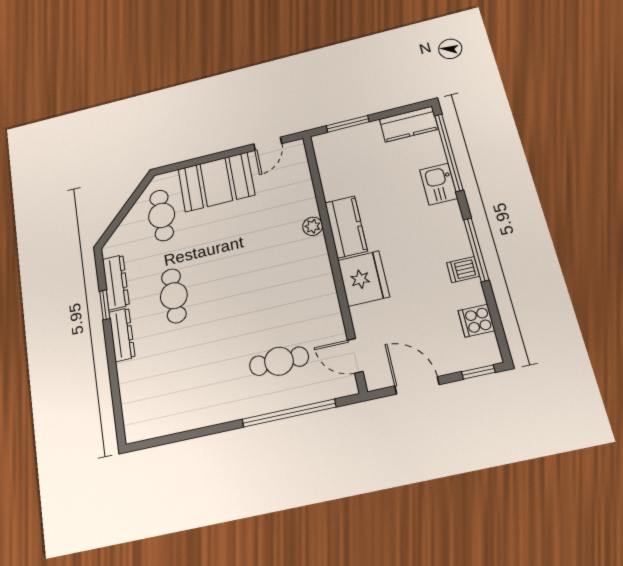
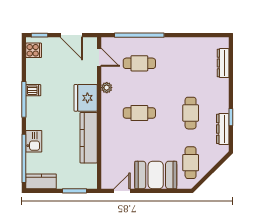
plant: (313, 226) -> (107, 88), moved
kitchen counter: (346, 227) -> (89, 138), width x1.50
cafe table: (263, 275) -> (139, 113), added
cooker: (476, 321) -> (34, 50), moved
dresser: (122, 335) -> (223, 63), moved

